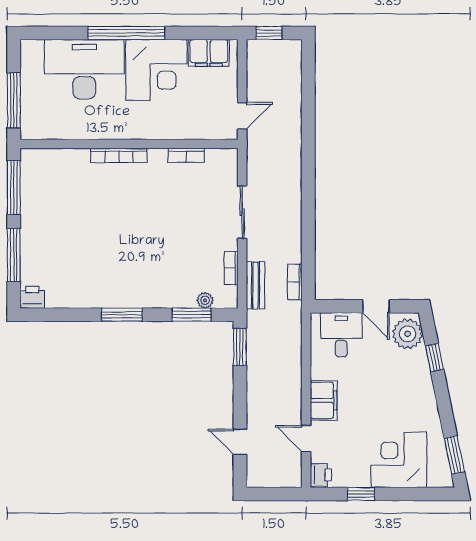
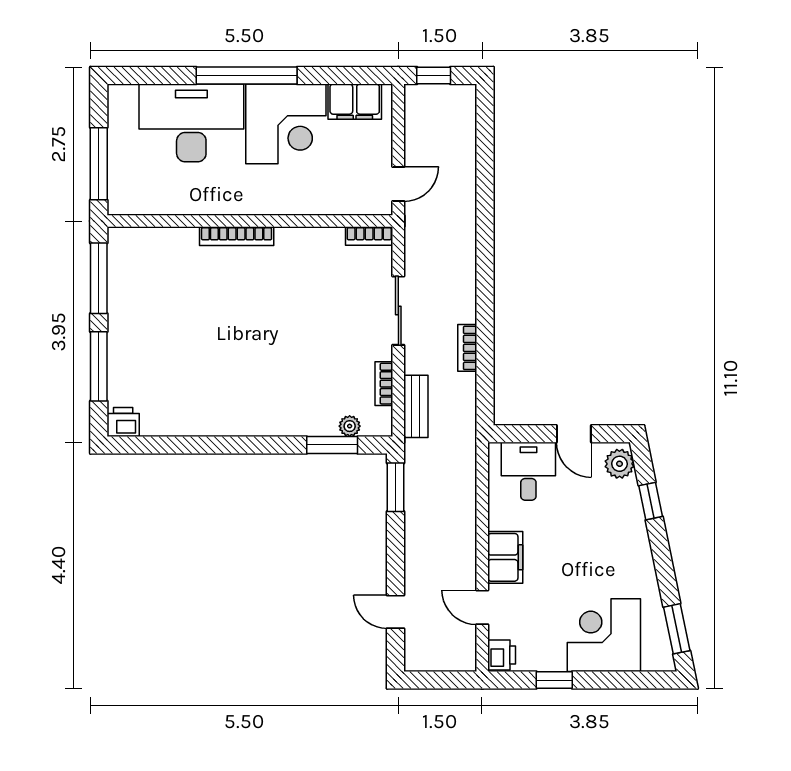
bookcase: (186, 155) -> (369, 236), moved
bookcase: (295, 282) -> (467, 348), moved
window: (122, 315) -> (241, 445), removed
plant: (408, 334) -> (620, 464), width x0.73, depth x0.73

